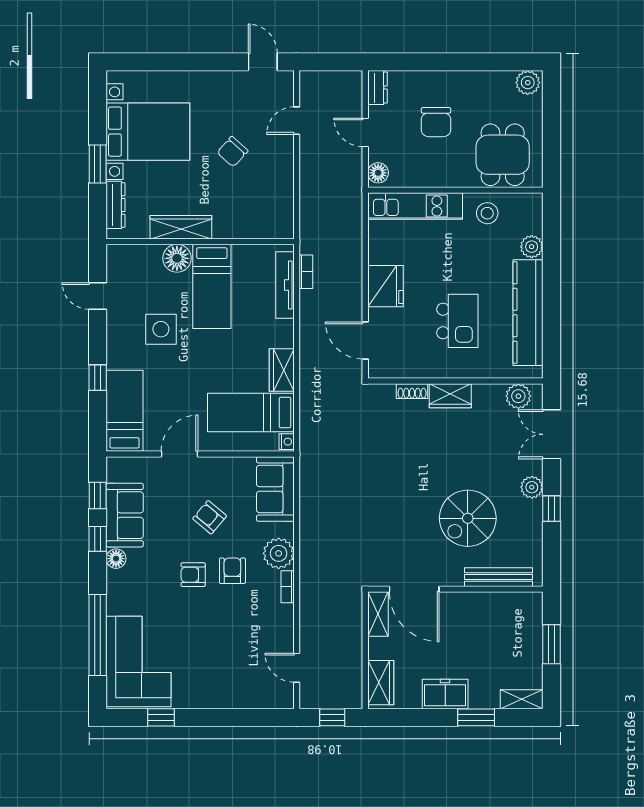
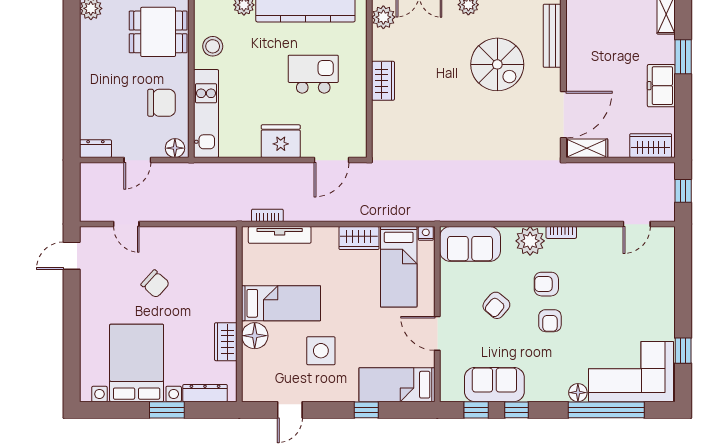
chair: (436, 122) -> (162, 103), moved
wardrobe: (181, 227) -> (226, 342), width x0.67
shoe rack: (412, 391) -> (379, 116), removed
floor lamp: (116, 559) -> (578, 393), moved

